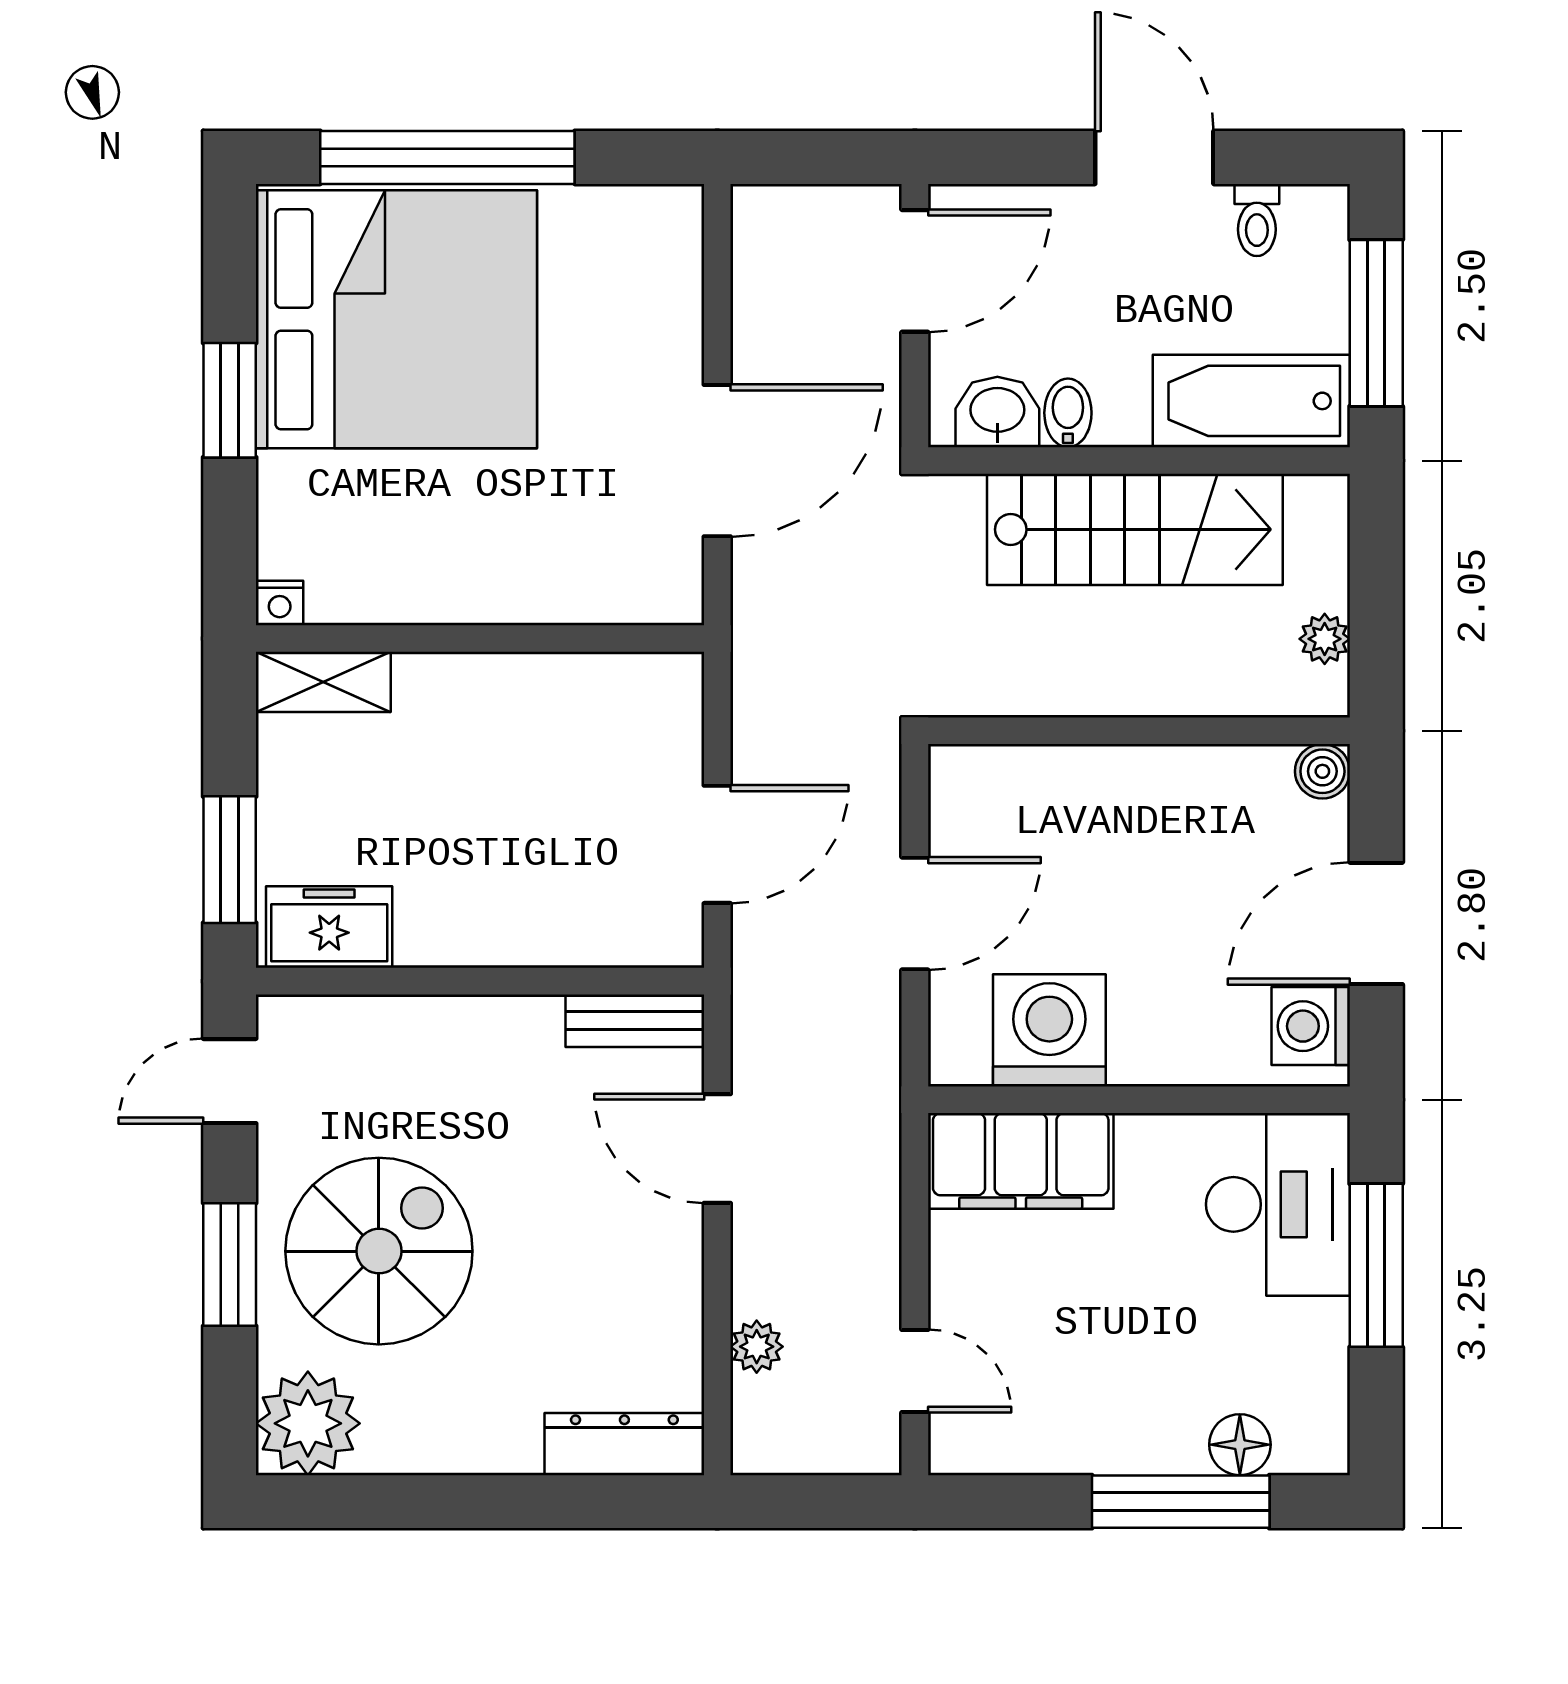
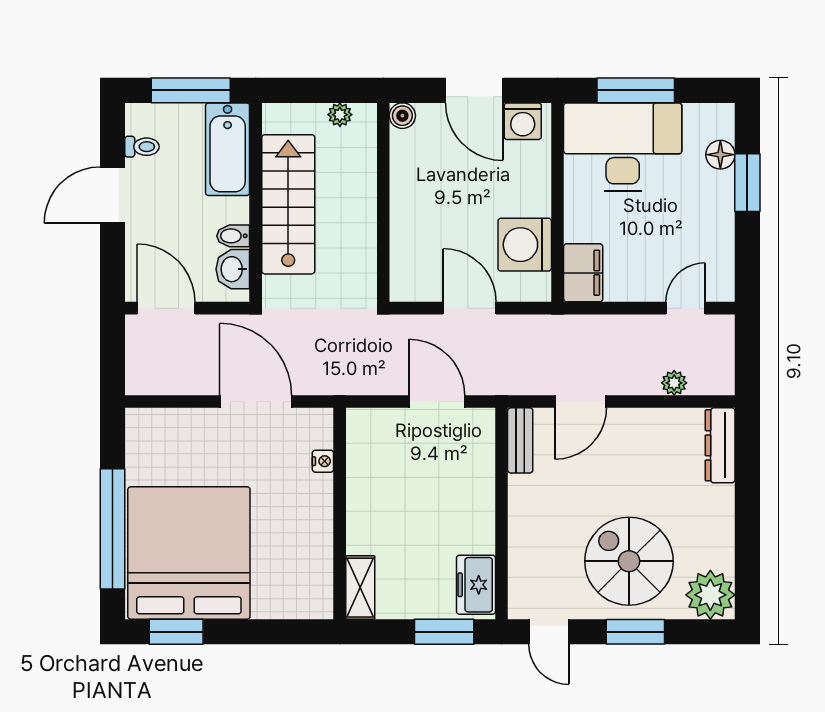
window: (230, 400) -> (176, 632), moved
nightstand: (280, 603) -> (323, 461), moved
filing cabinet: (1021, 1161) -> (583, 273), width x0.67, depth x0.86
desk: (1278, 1204) -> (623, 147), width x1.36, depth x1.30
window: (1181, 1502) -> (747, 183), width x0.69

